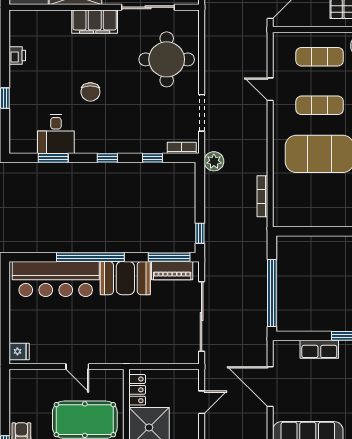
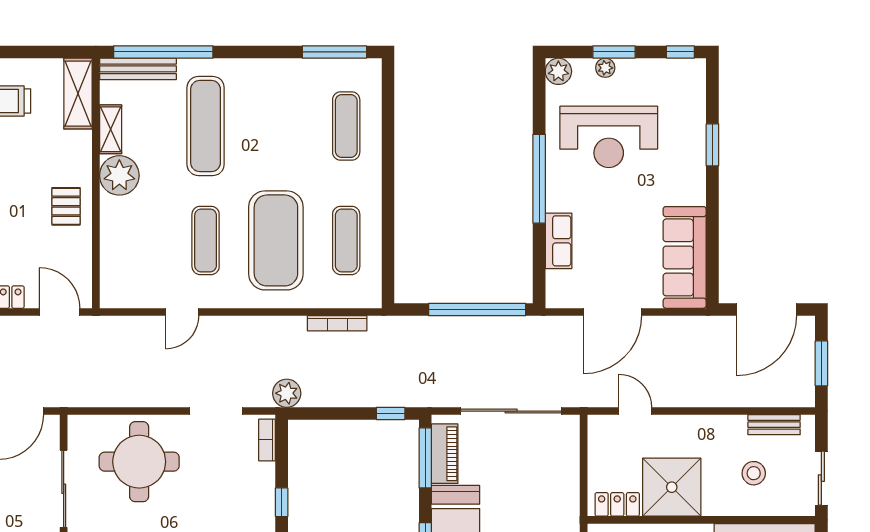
exercise mat: (320, 57) -> (346, 240), moved
window: (152, 158) -> (282, 502), moved

